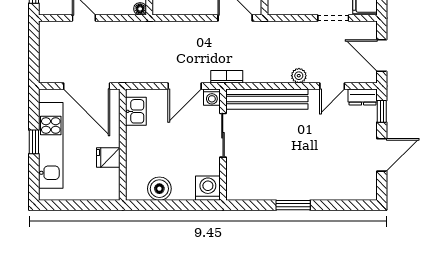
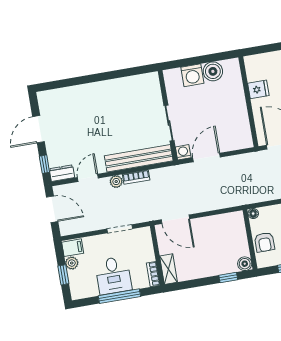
doorway: (333, 18) -> (120, 229), moved
bookcase: (227, 77) -> (136, 177), moved
kitchen sink: (136, 111) -> (242, 130), removed
washing machine: (208, 188) -> (192, 75), moved
window: (293, 205) -> (103, 77), removed

